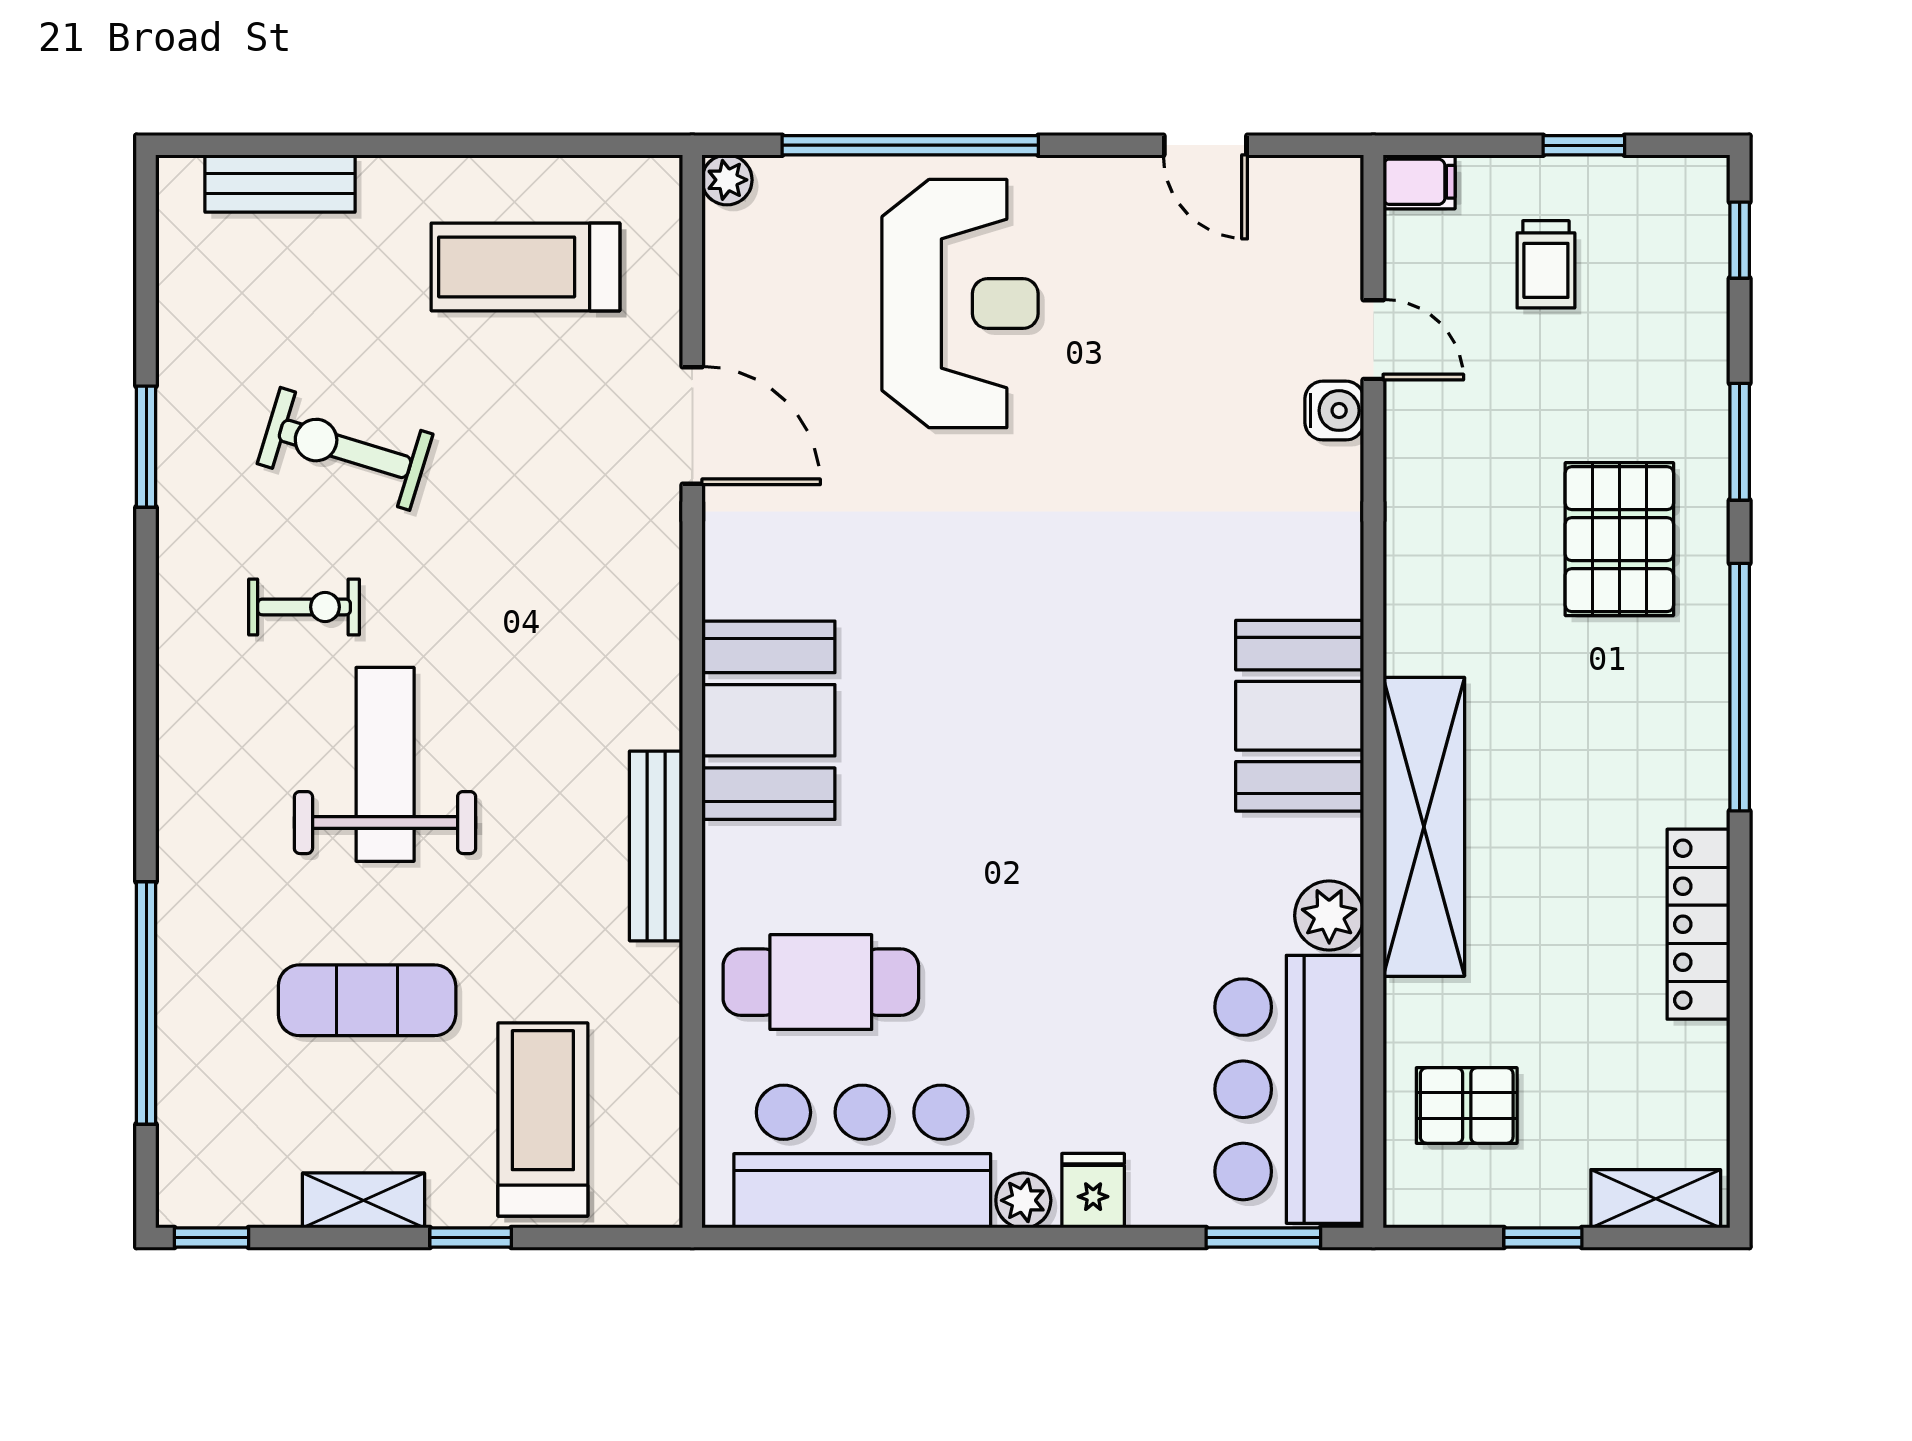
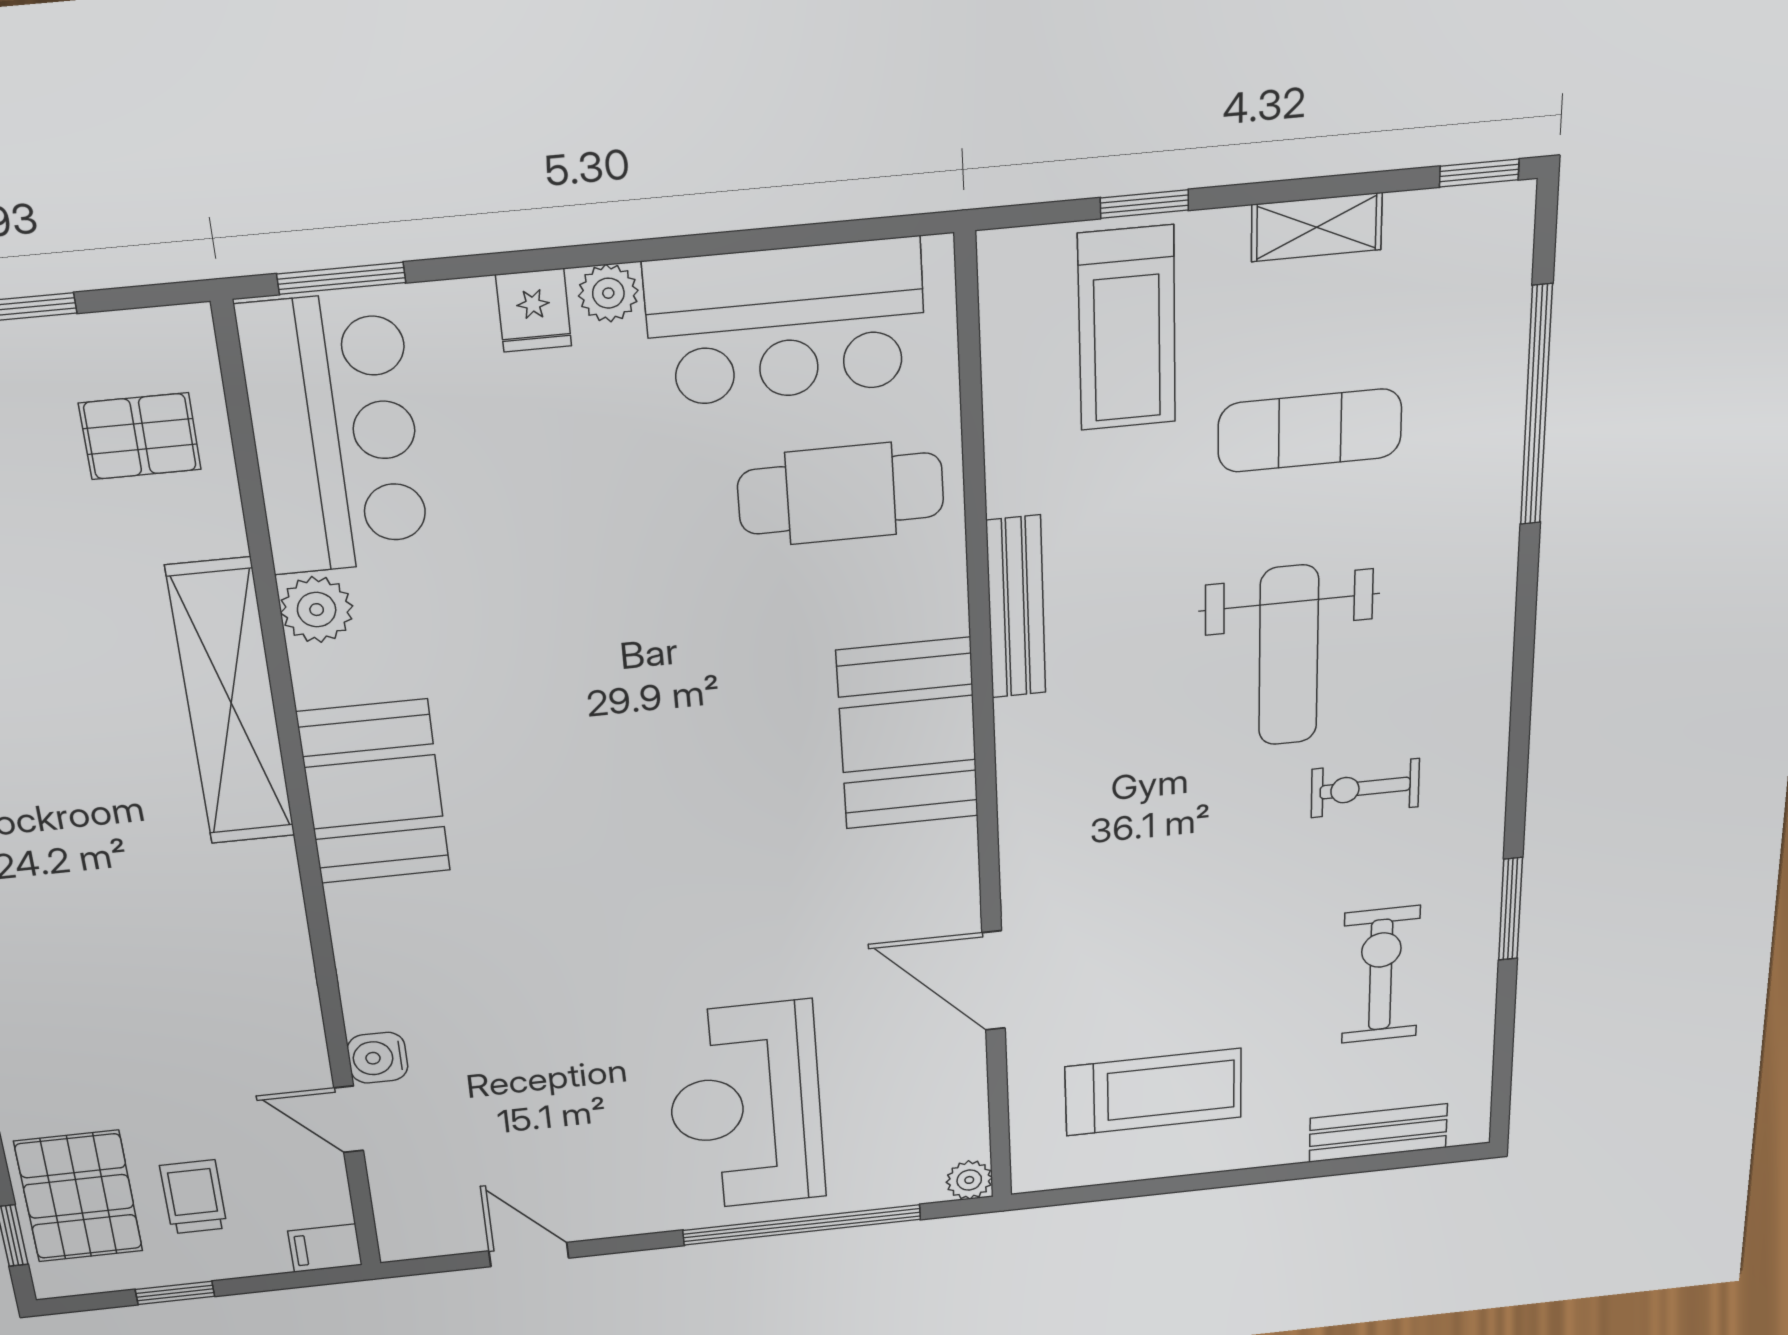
exercise bike: (345, 449) -> (1381, 975), moved, turned -107
pallet: (1619, 539) -> (79, 1196), moved
window: (471, 1238) -> (1144, 204), moved

